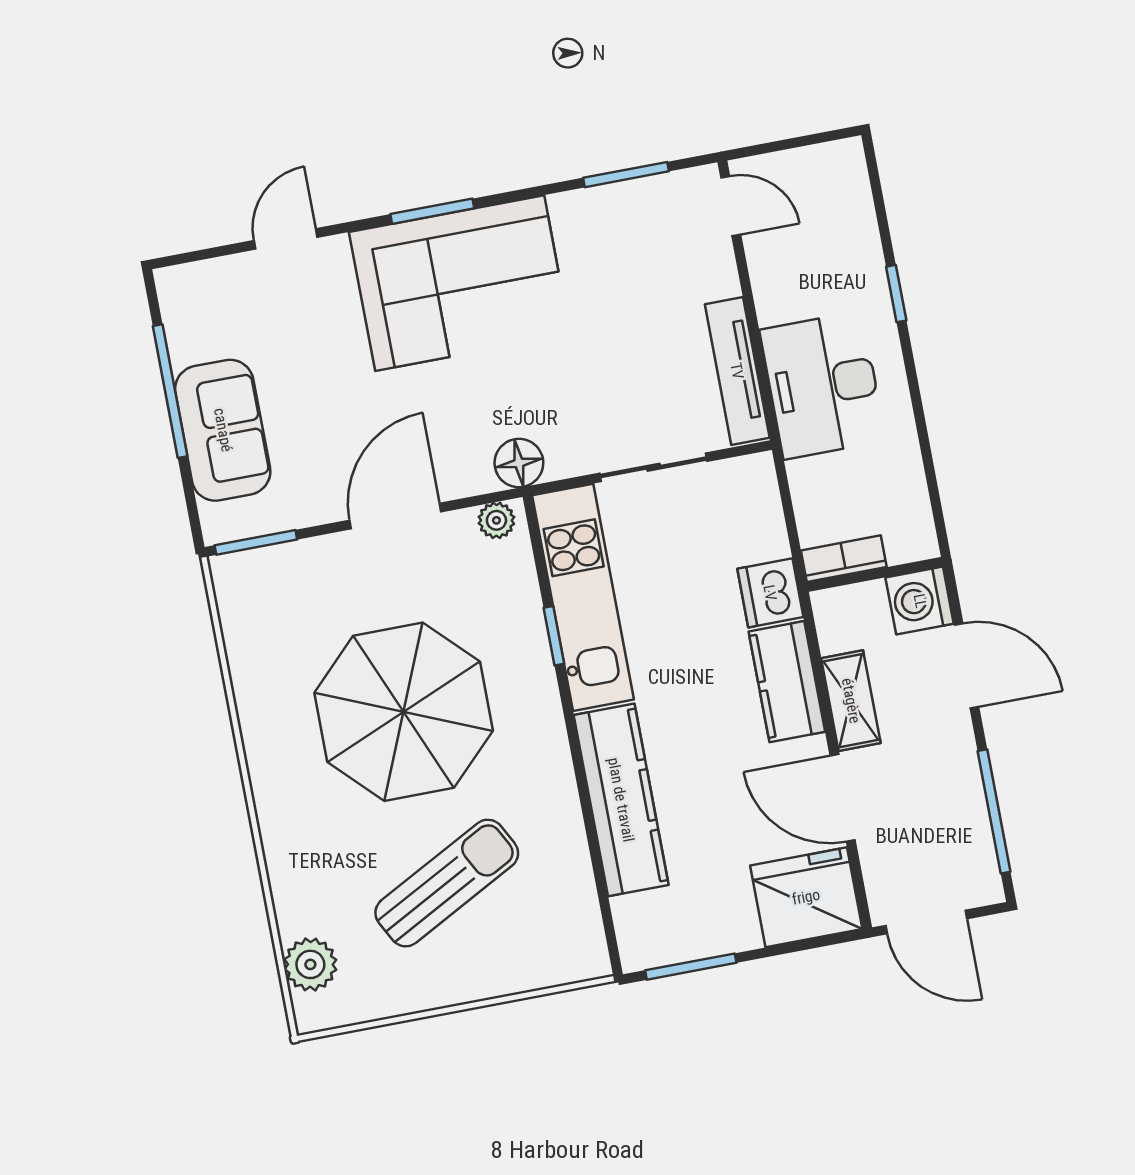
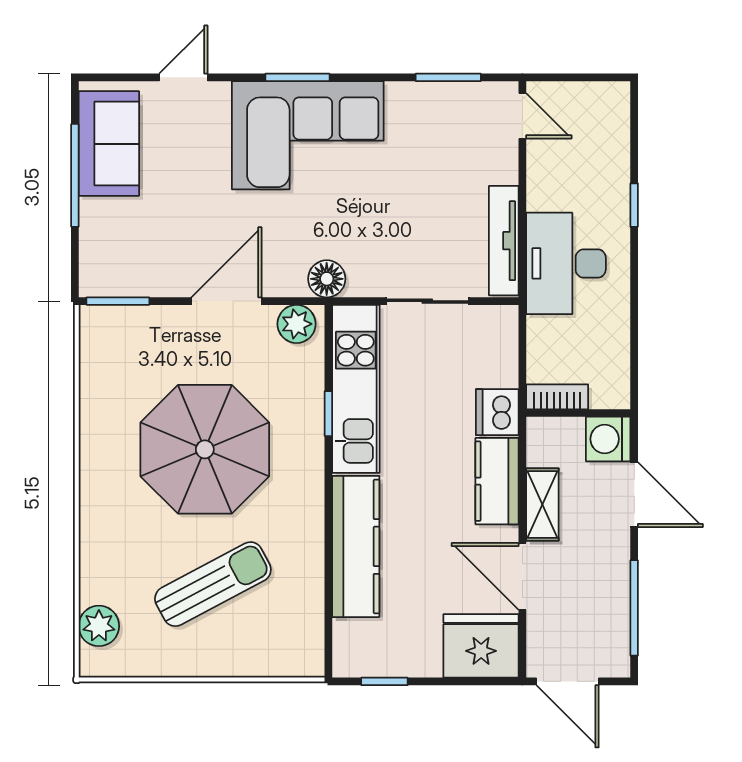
sofa: (223, 430) -> (109, 144), moved
plant: (496, 520) -> (297, 324), width x1.38, depth x1.38
window: (691, 967) -> (384, 681), width x0.67

